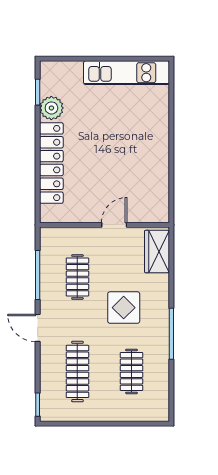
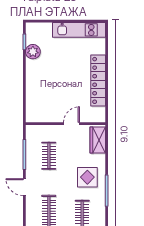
locker: (51, 163) -> (98, 80), moved, turned 180
display table: (124, 308) -> (87, 177), moved

